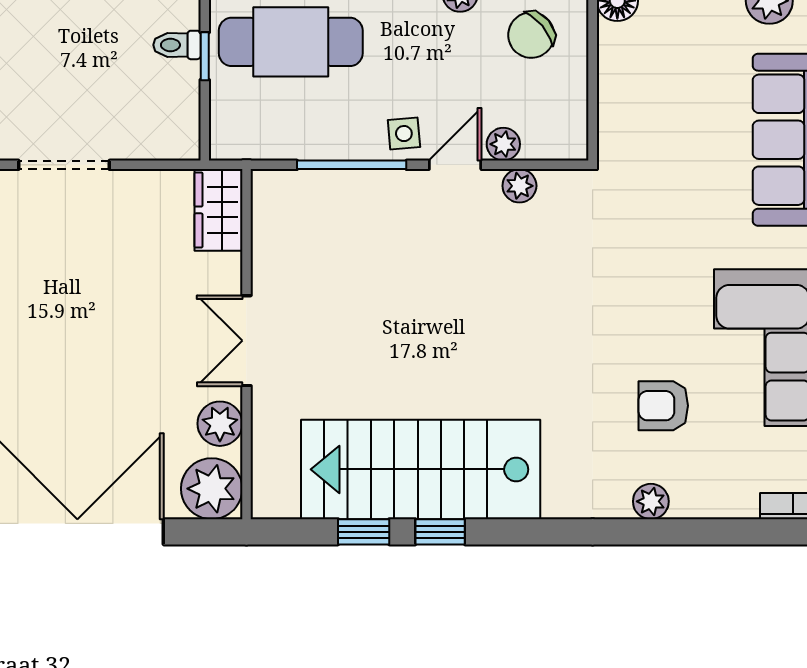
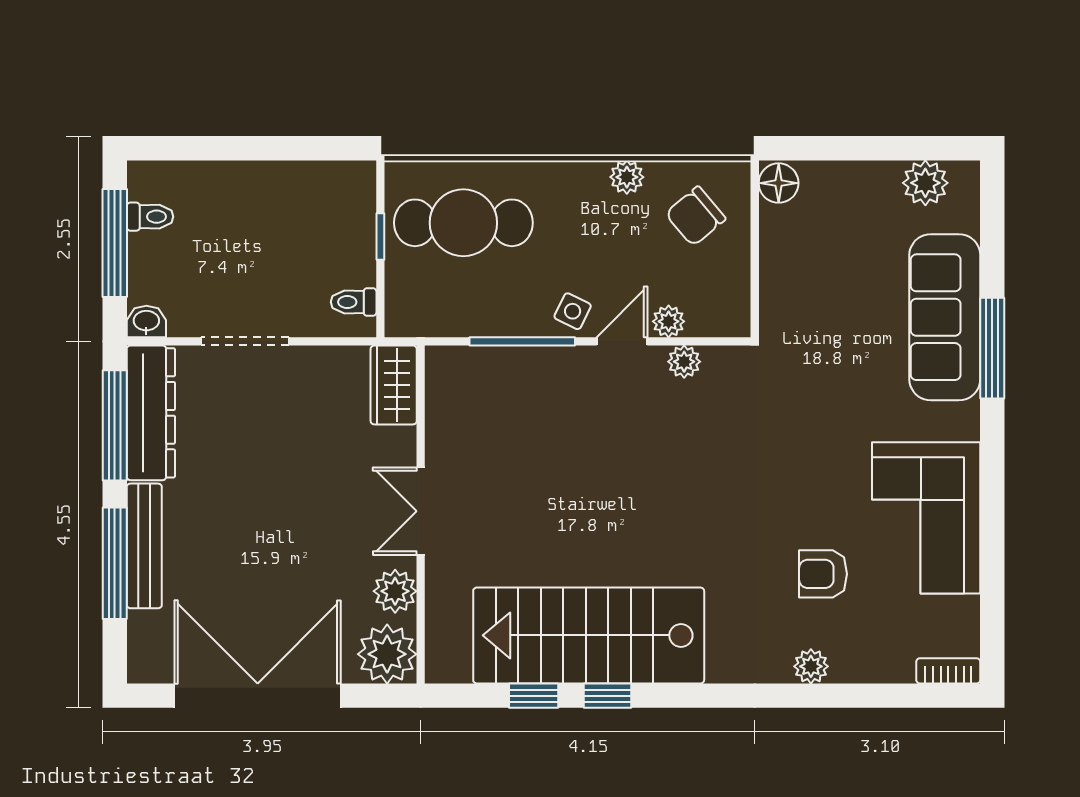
toilet: (177, 45) -> (354, 302), moved
side table: (404, 134) -> (573, 311), turned 31

